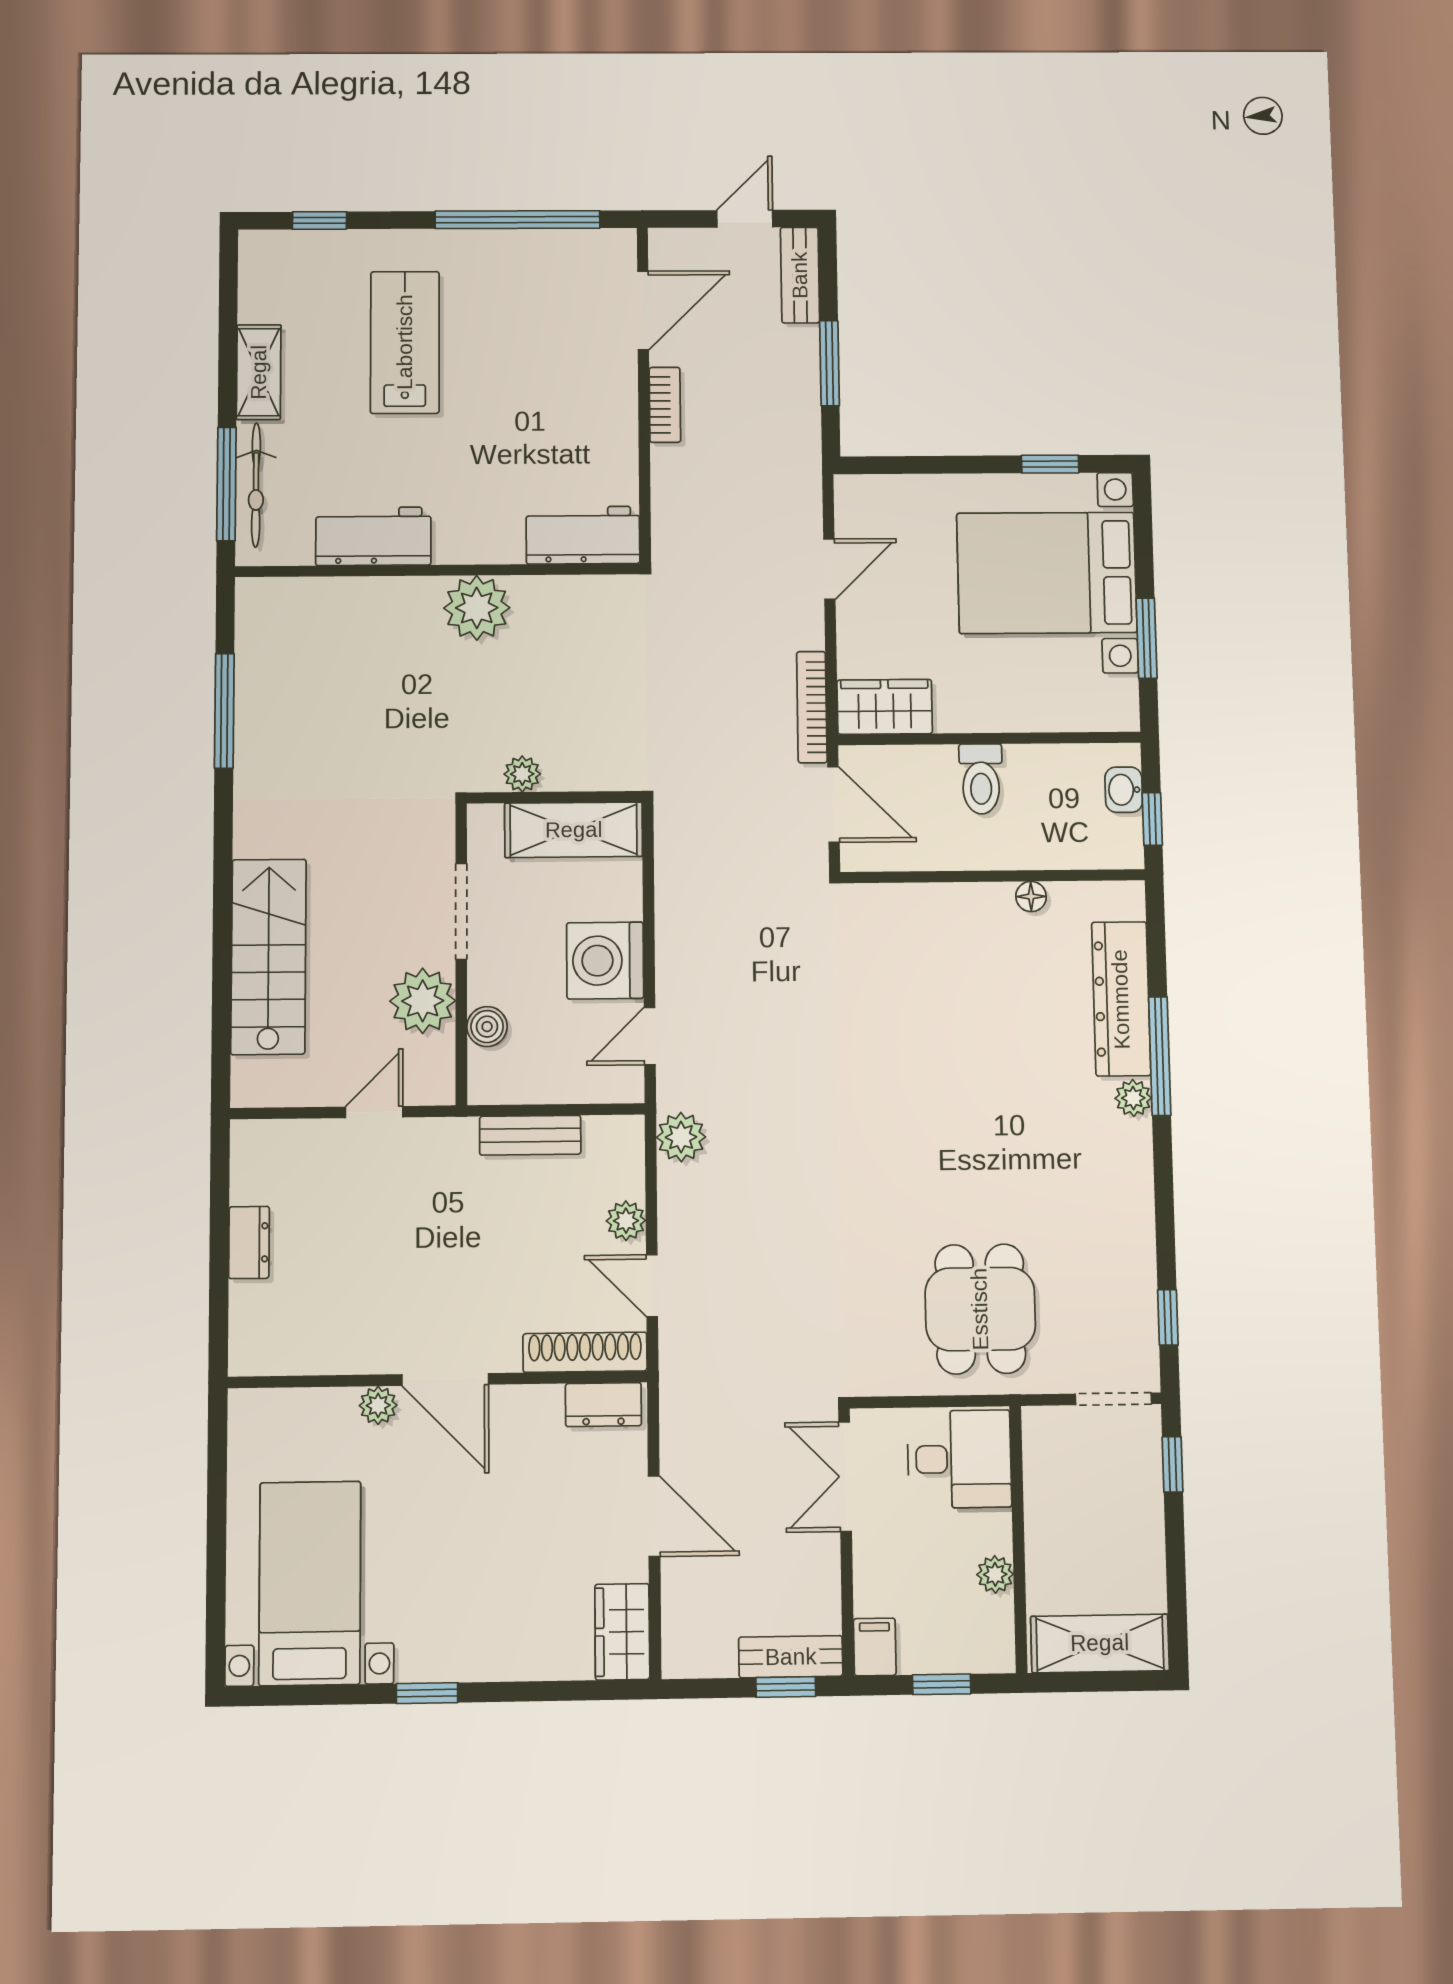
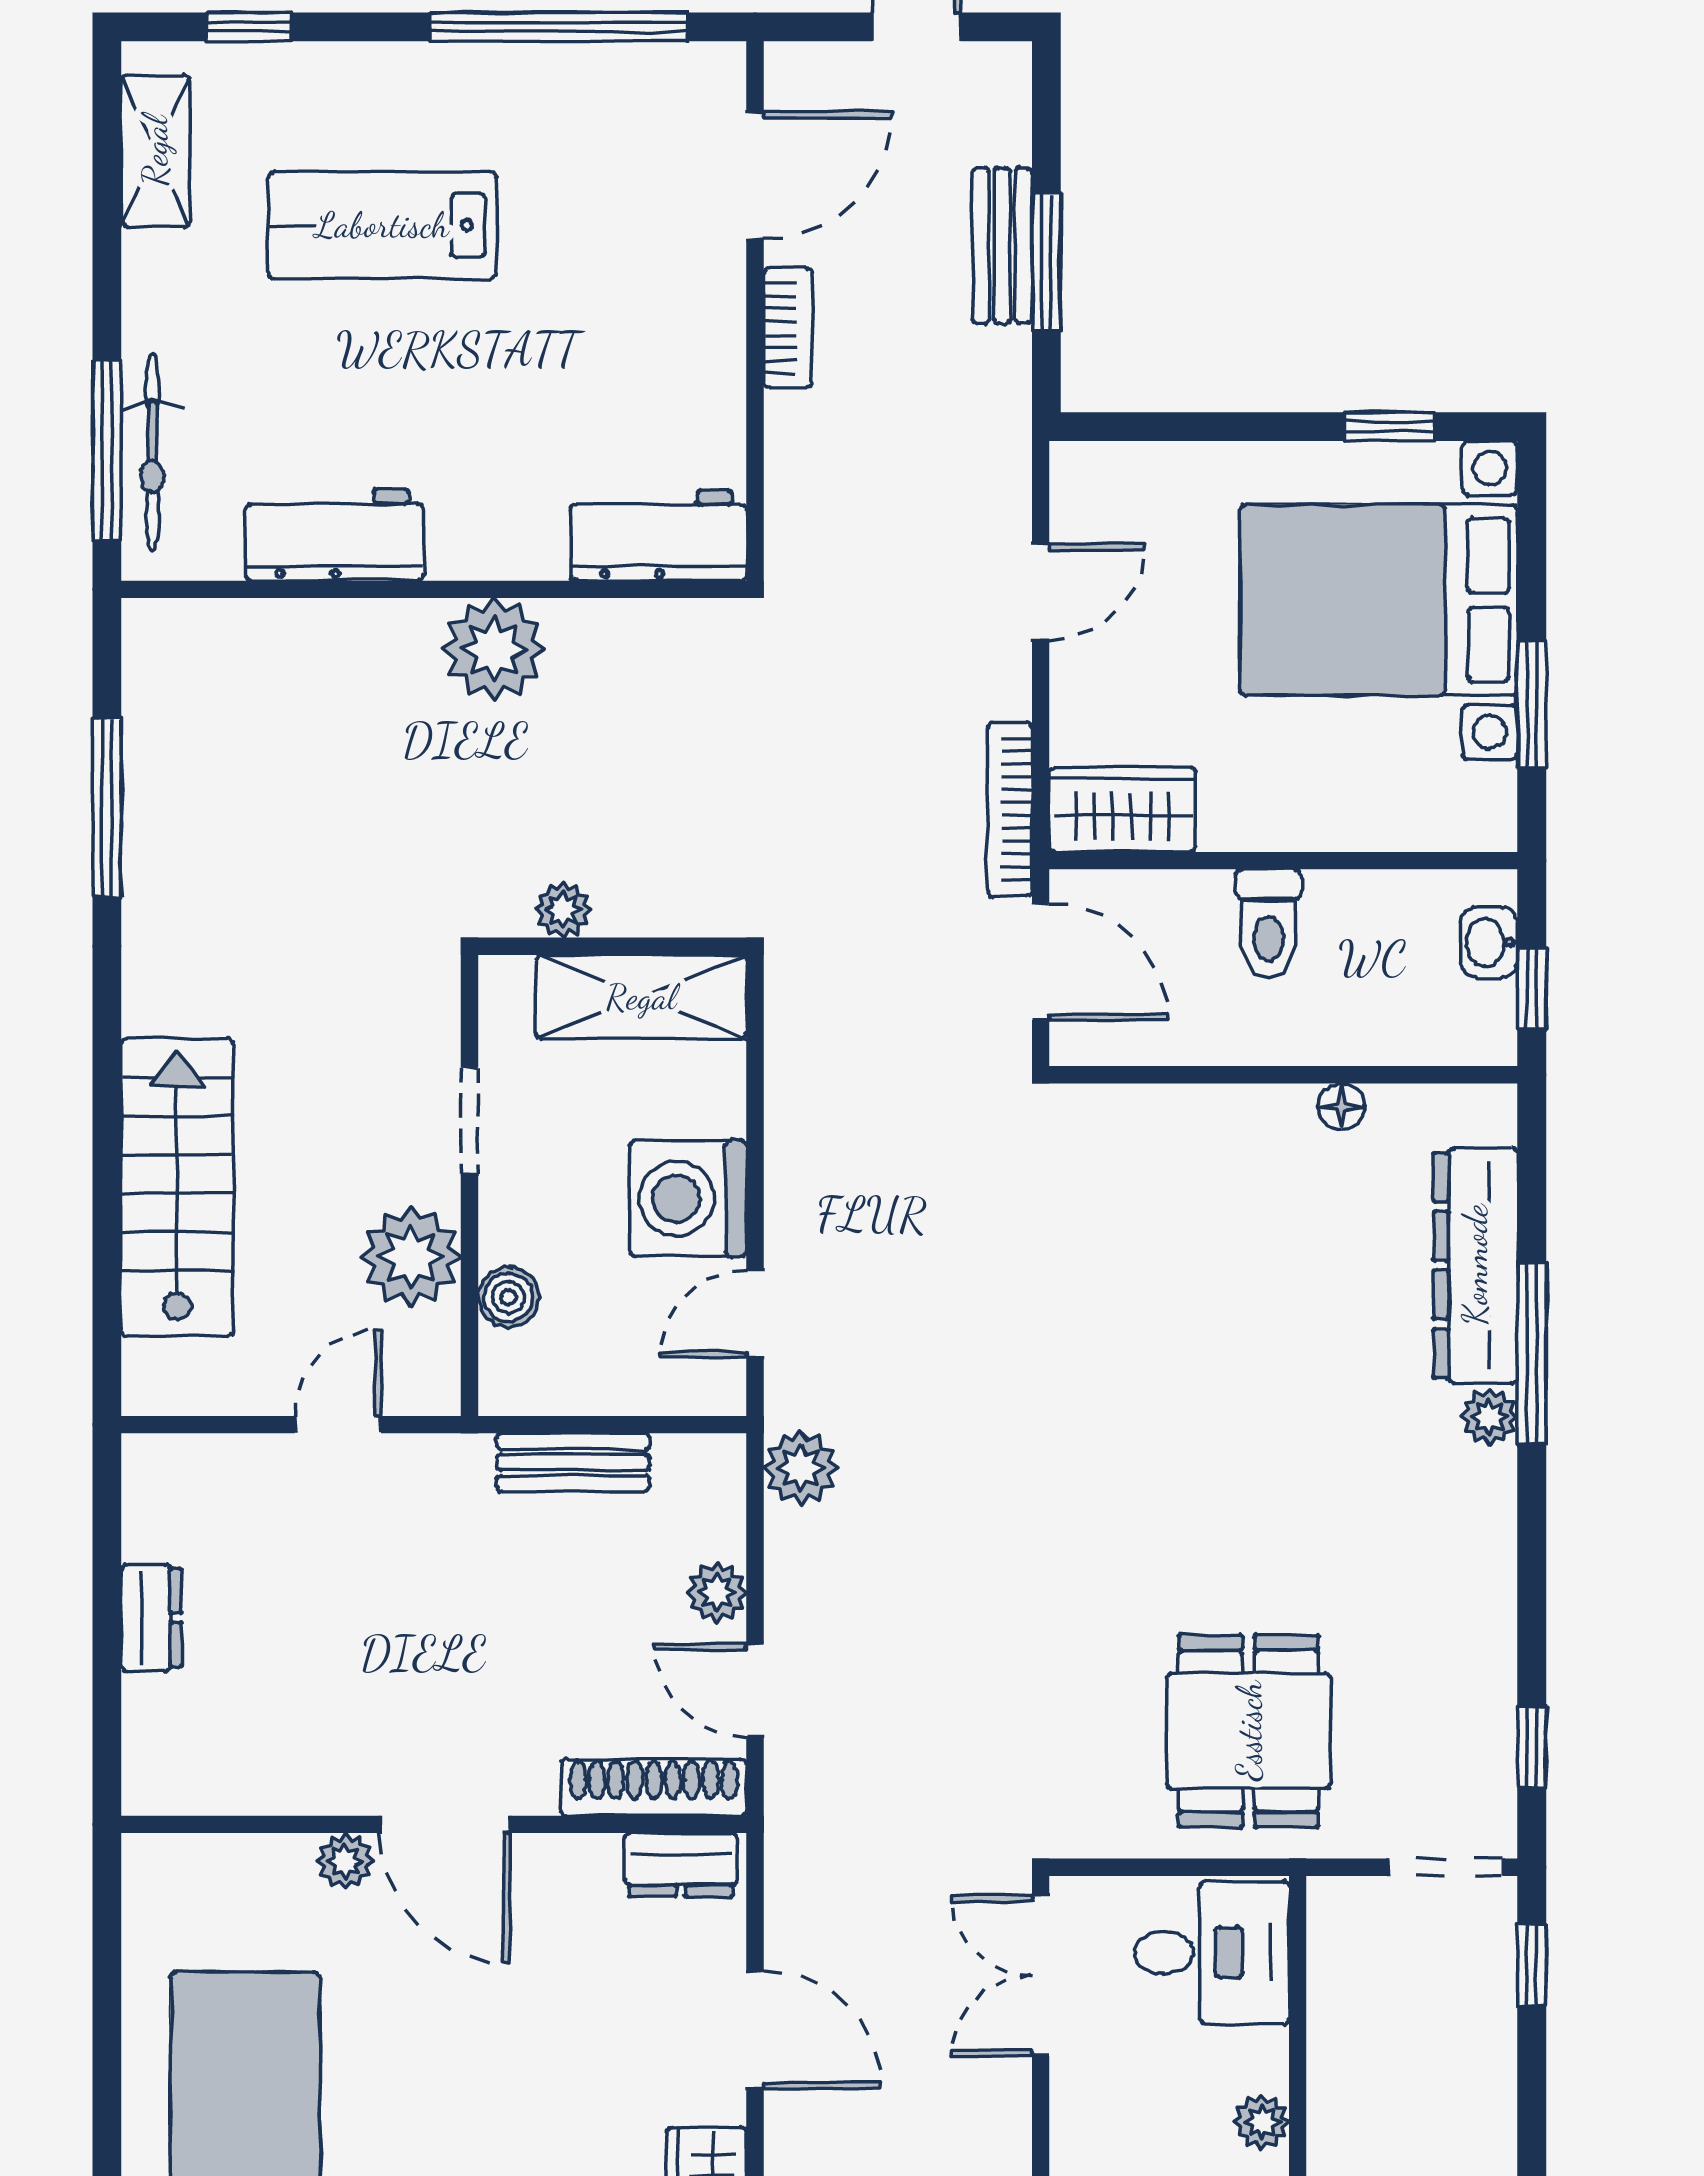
bench: (800, 275) -> (1002, 246), moved
lab bench: (405, 342) -> (382, 225), turned -90
shelving: (259, 372) -> (155, 151), moved
doorway: (461, 911) -> (469, 1121), width x0.73

